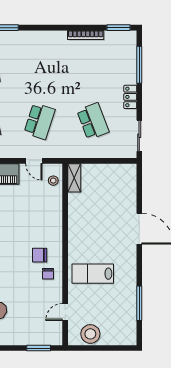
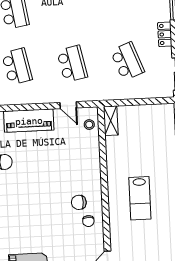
school desk: (40, 121) -> (72, 64), turned -30
lab bench: (93, 274) -> (140, 198), moved, turned -90

